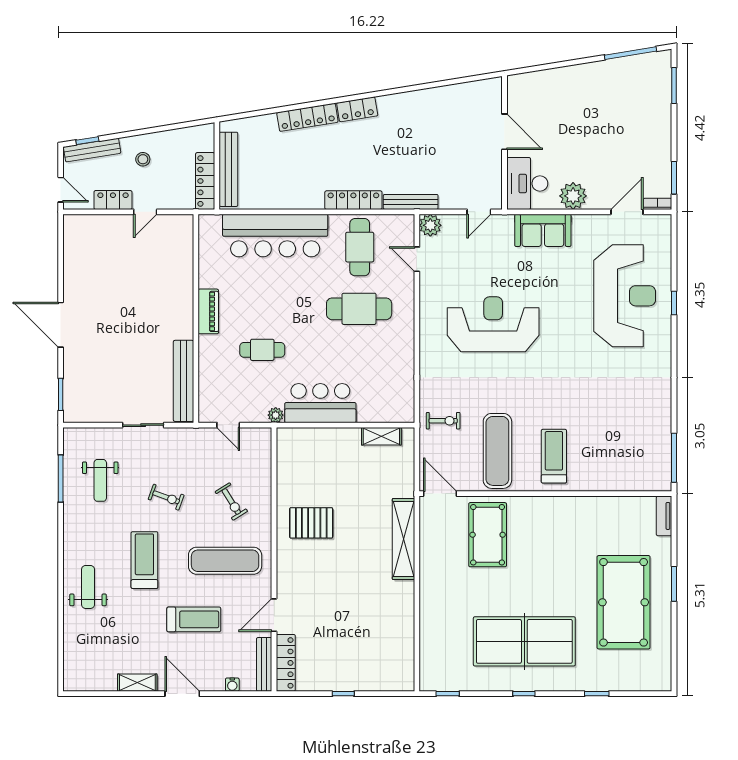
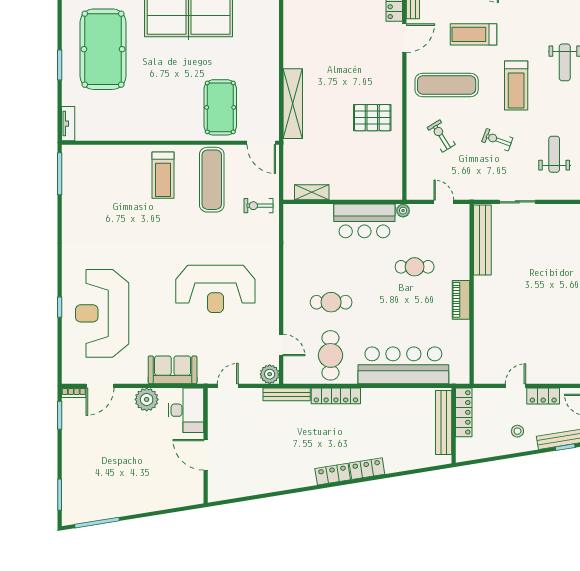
locker: (307, 117) -> (367, 469), width x0.66
cafe table: (359, 309) -> (331, 302), width x0.73, depth x0.74

